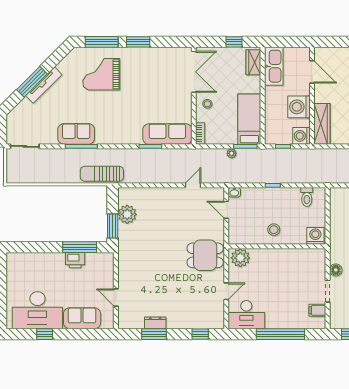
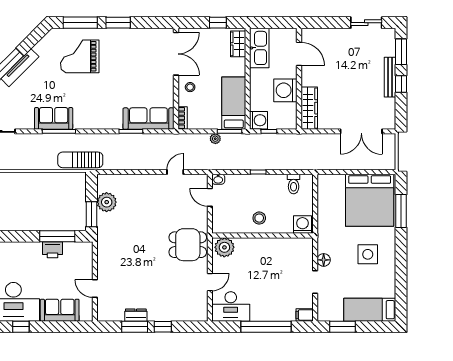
washing machine: (302, 136) -> (259, 120), moved, turned 180
filing cabinet: (317, 310) -> (305, 315), moved
window: (200, 334) -> (163, 327), moved

